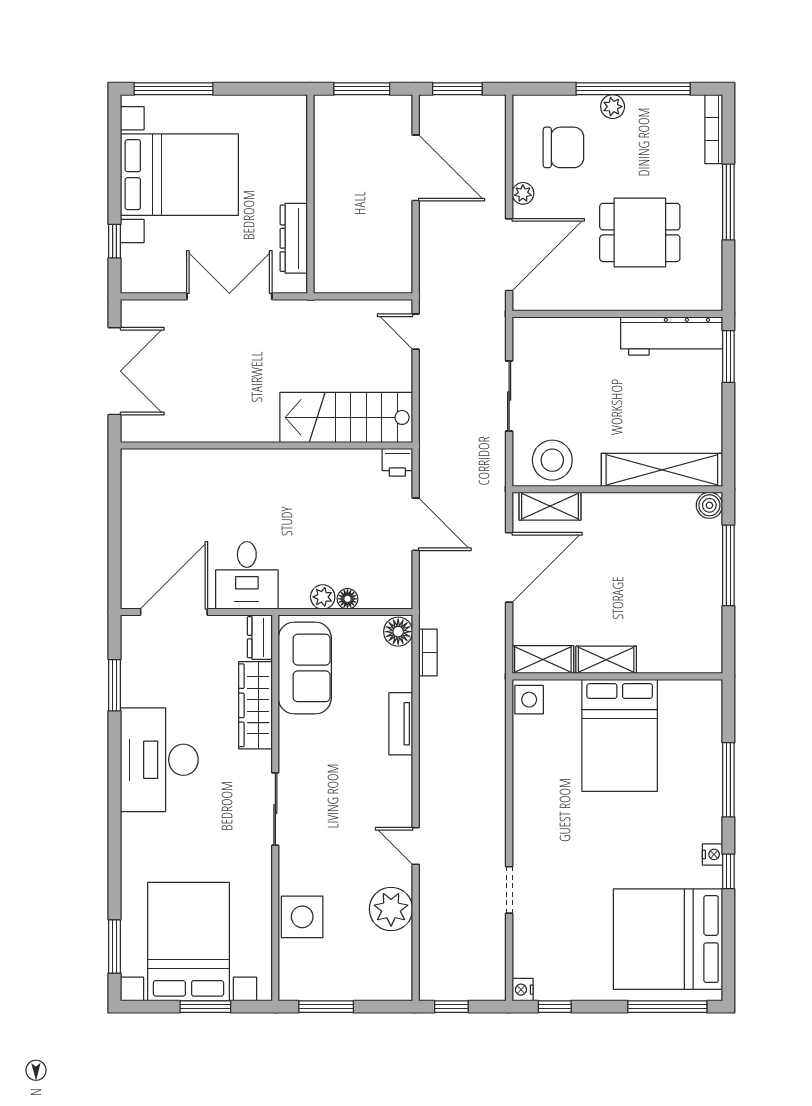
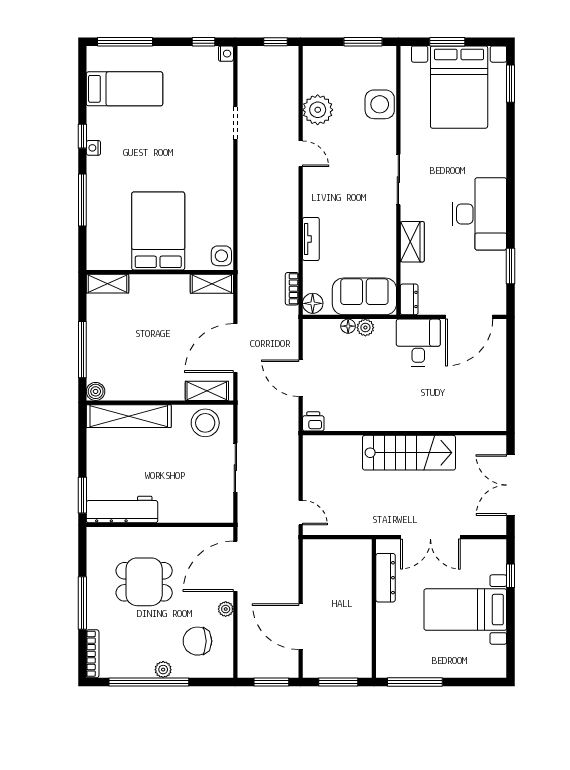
window: (174, 89) -> (415, 682), moved
bed with nightstands: (179, 175) -> (465, 610), width x0.73
stairs: (346, 417) -> (409, 453), moved
shelving: (606, 660) -> (108, 284), moved
sofa: (305, 668) -> (364, 296), moved, turned 90
wardrobe: (256, 705) -> (412, 242), width x0.67
bed: (668, 939) -> (125, 89), width x0.49

